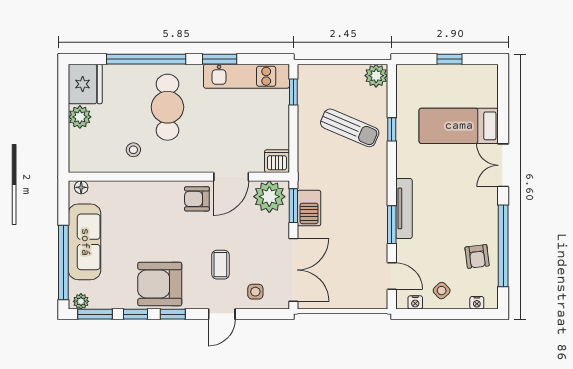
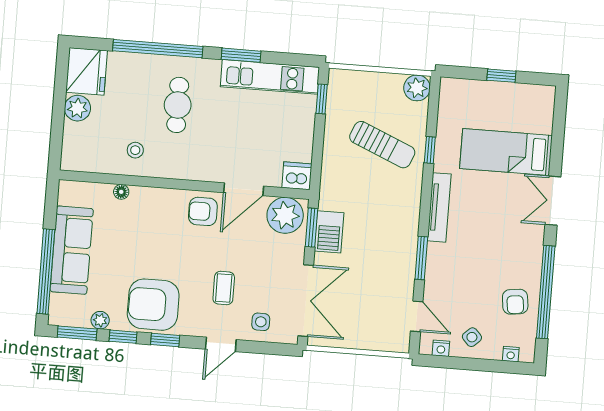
cafe table: (167, 107) -> (178, 105), width x0.73, depth x0.74
floor lamp: (81, 187) -> (121, 192), moved
tv unit: (404, 208) -> (439, 207), moved
plant: (81, 301) -> (100, 320), moved

